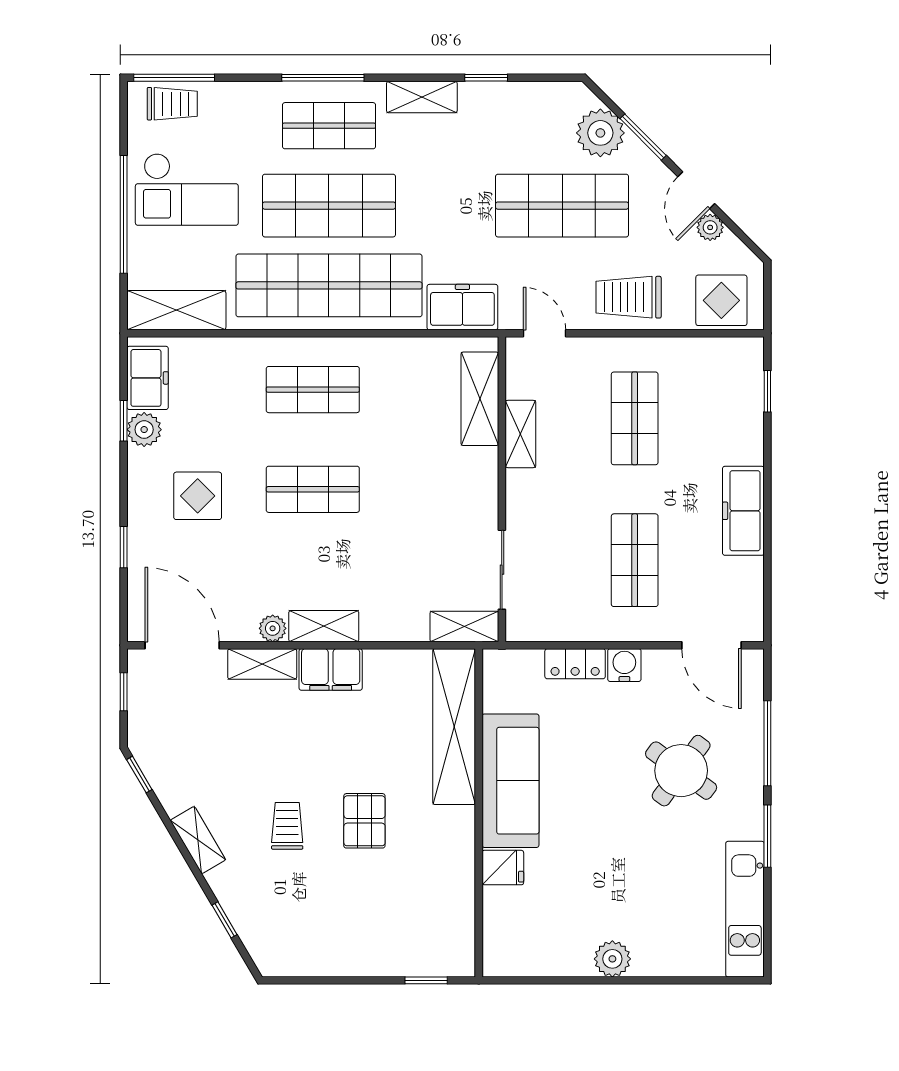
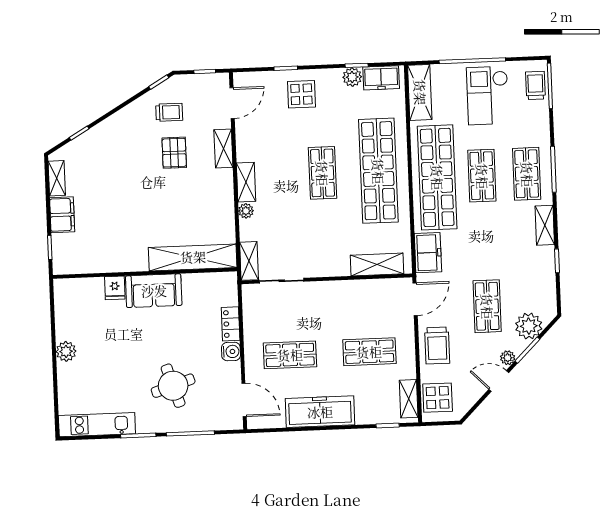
trolley: (172, 104) -> (535, 85), turned 180
shop shelf: (329, 206) -> (482, 176), width x0.70, depth x0.74
shop shelf: (562, 206) -> (487, 306), width x0.70, depth x0.74
plant: (710, 227) -> (508, 358), moved
trolley: (629, 297) -> (437, 346), turned 180
door: (545, 333) -> (415, 299), width x1.38
shop shelf: (313, 390) -> (378, 171), width x2.00, depth x1.36
shelving: (520, 434) -> (409, 399), moved, turned 90
display table: (198, 496) -> (301, 94), moved
freezer: (743, 511) -> (320, 412), width x1.36, depth x1.26
plant: (273, 628) -> (246, 211), moved
door: (182, 645) -> (232, 103), width x0.73
door: (712, 645) -> (244, 400), swing flipped
filing cabinet: (331, 670) -> (62, 215), moved, turned 180
round table: (681, 771) -> (173, 386), turned 36
sofa: (510, 781) -> (154, 291), width x0.73
pallet: (364, 821) -> (174, 153), moved, turned 90
trolley: (287, 826) -> (169, 112), moved
shelving: (198, 840) -> (57, 178), moved, turned -60

